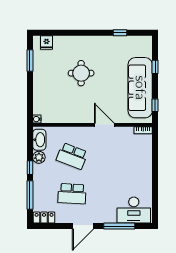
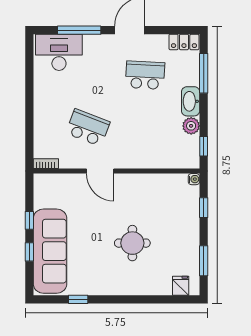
sofa: (140, 88) -> (50, 251), moved
window: (30, 99) -> (204, 208), added
window: (155, 105) -> (29, 220), moved
washbasin: (39, 140) -> (191, 101), moved
school desk: (72, 156) -> (88, 128), moved
window: (30, 168) -> (204, 146), moved

